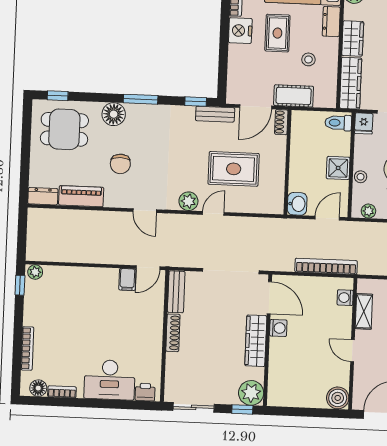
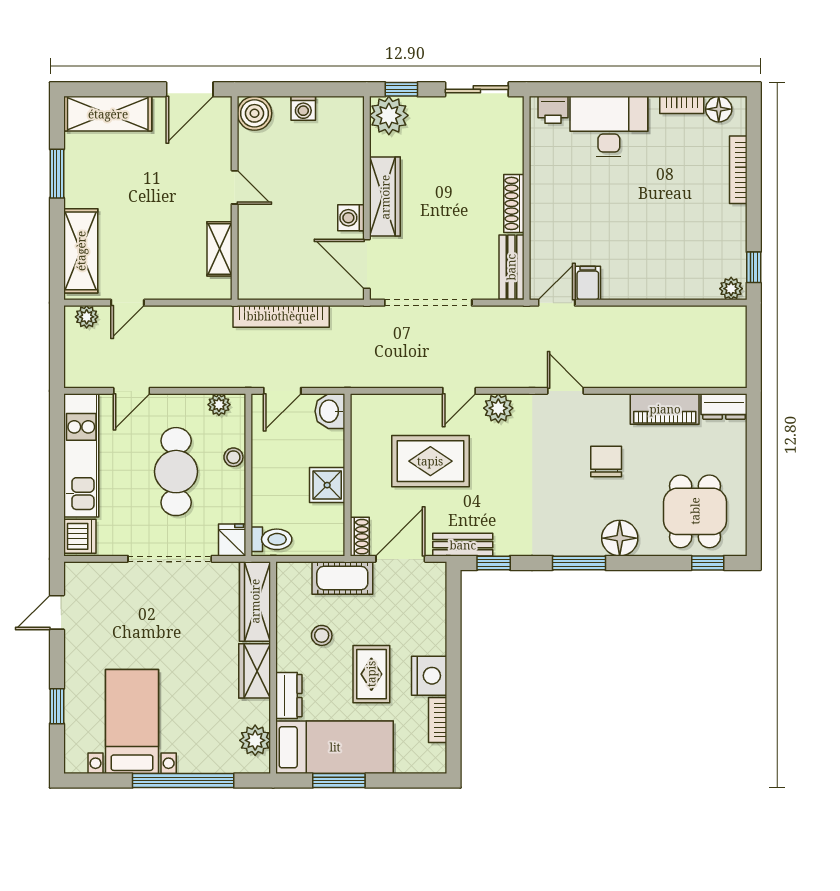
dining table: (64, 129) -> (695, 511), turned 90
shower: (338, 168) -> (327, 485), moved
washing machine: (345, 298) -> (303, 108), moved, turned 90

